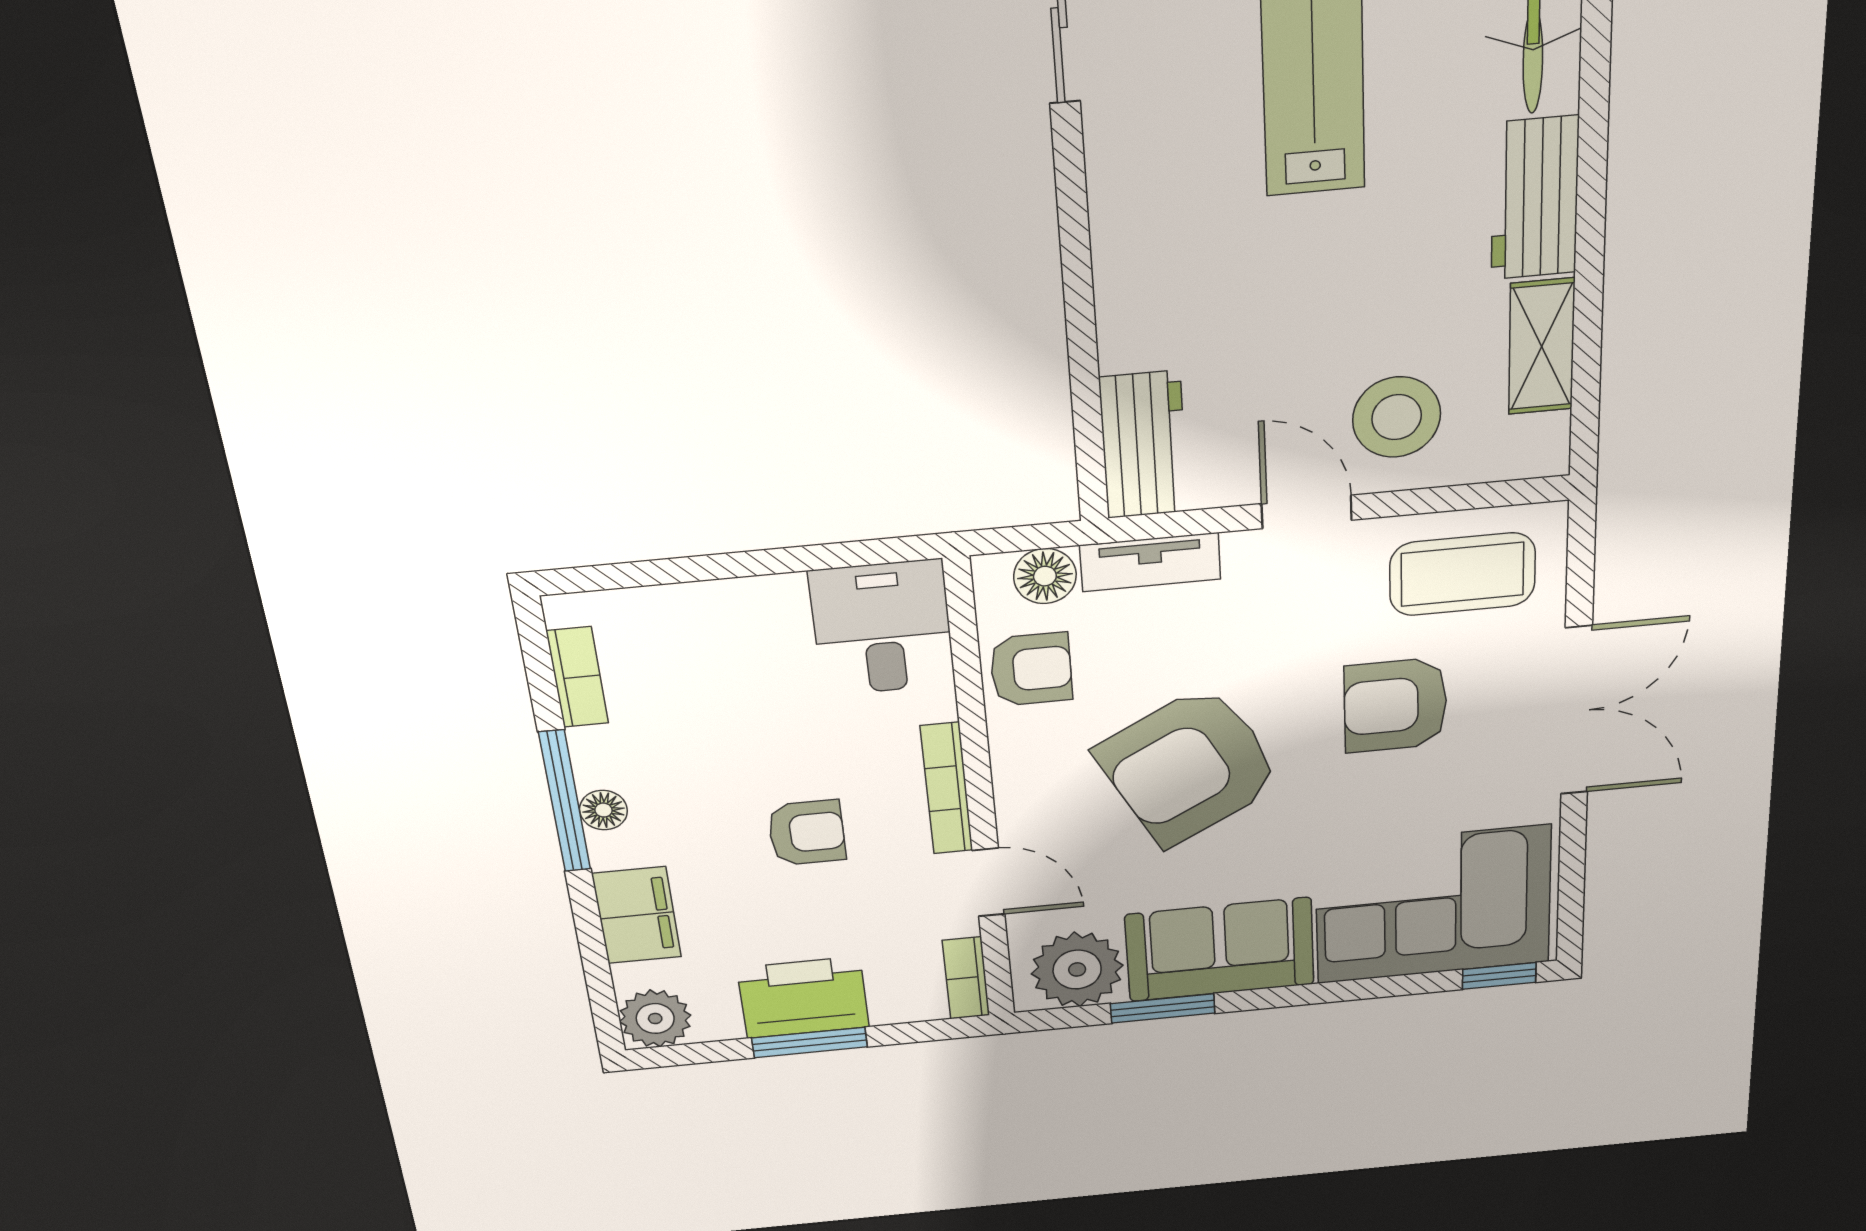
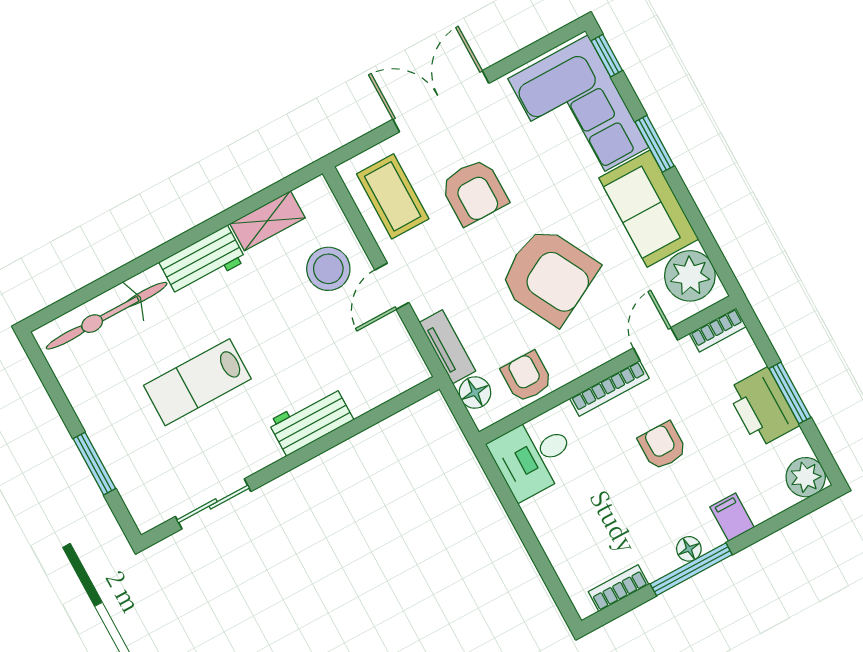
workbench: (1143, 445) -> (311, 421), moved
filing cabinet: (637, 915) -> (732, 517), width x0.50
window: (1163, 1008) -> (655, 144), moved

